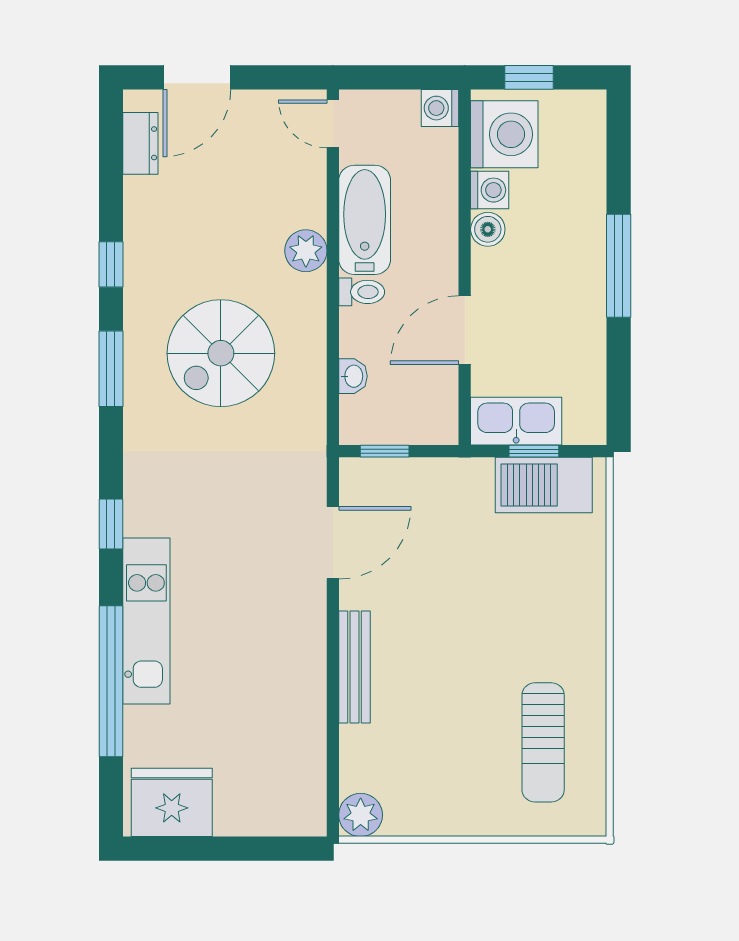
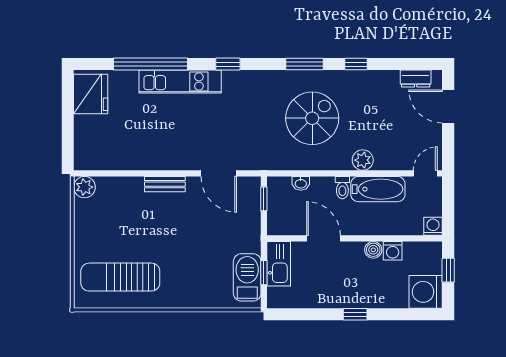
washing machine: (504, 134) -> (426, 292), moved, turned 90
window: (619, 266) -> (355, 314), width x0.46
spiral stairs: (221, 353) -> (312, 118), turned 90
bench: (355, 667) -> (165, 184), width x0.73
sun lounger: (543, 742) -> (120, 277), width x1.36, depth x1.34

